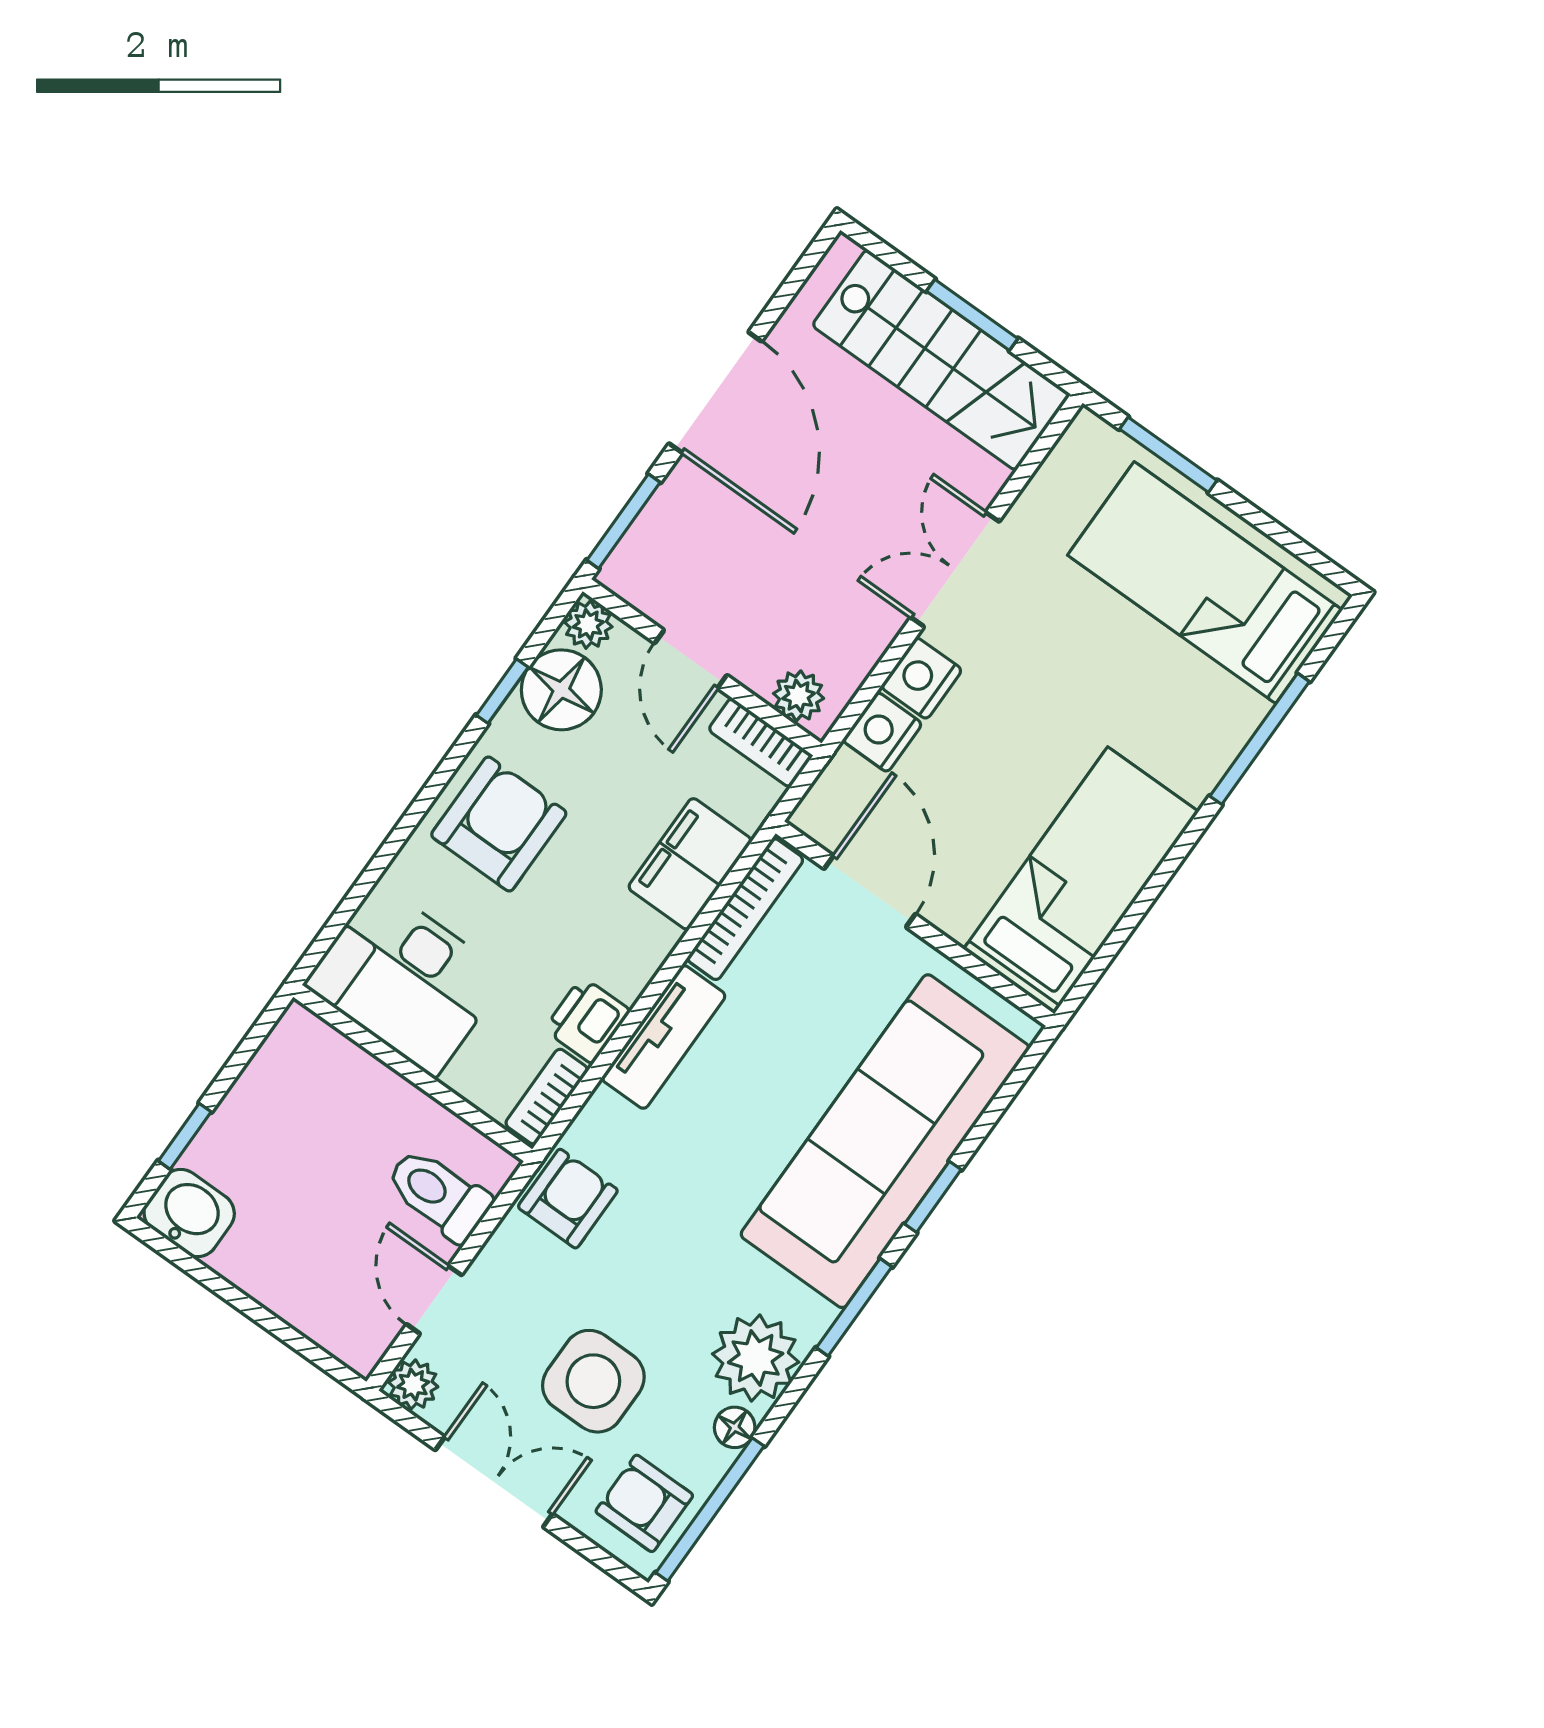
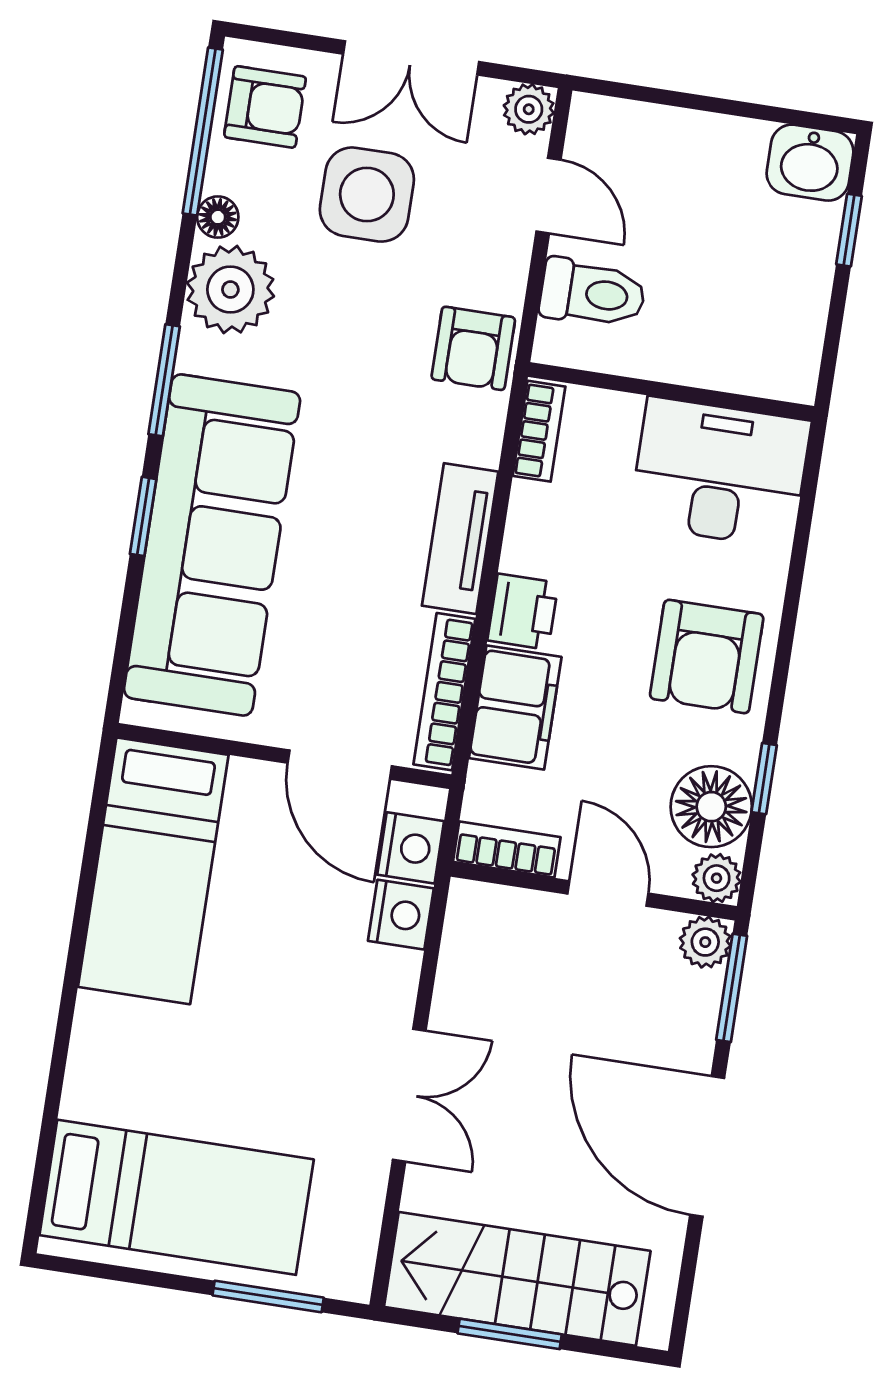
nightstand: (921, 678) -> (411, 848), moved
plant: (799, 696) -> (705, 942), moved
window: (1260, 739) -> (56, 1081), removed
printer: (587, 1020) -> (523, 612), moved

